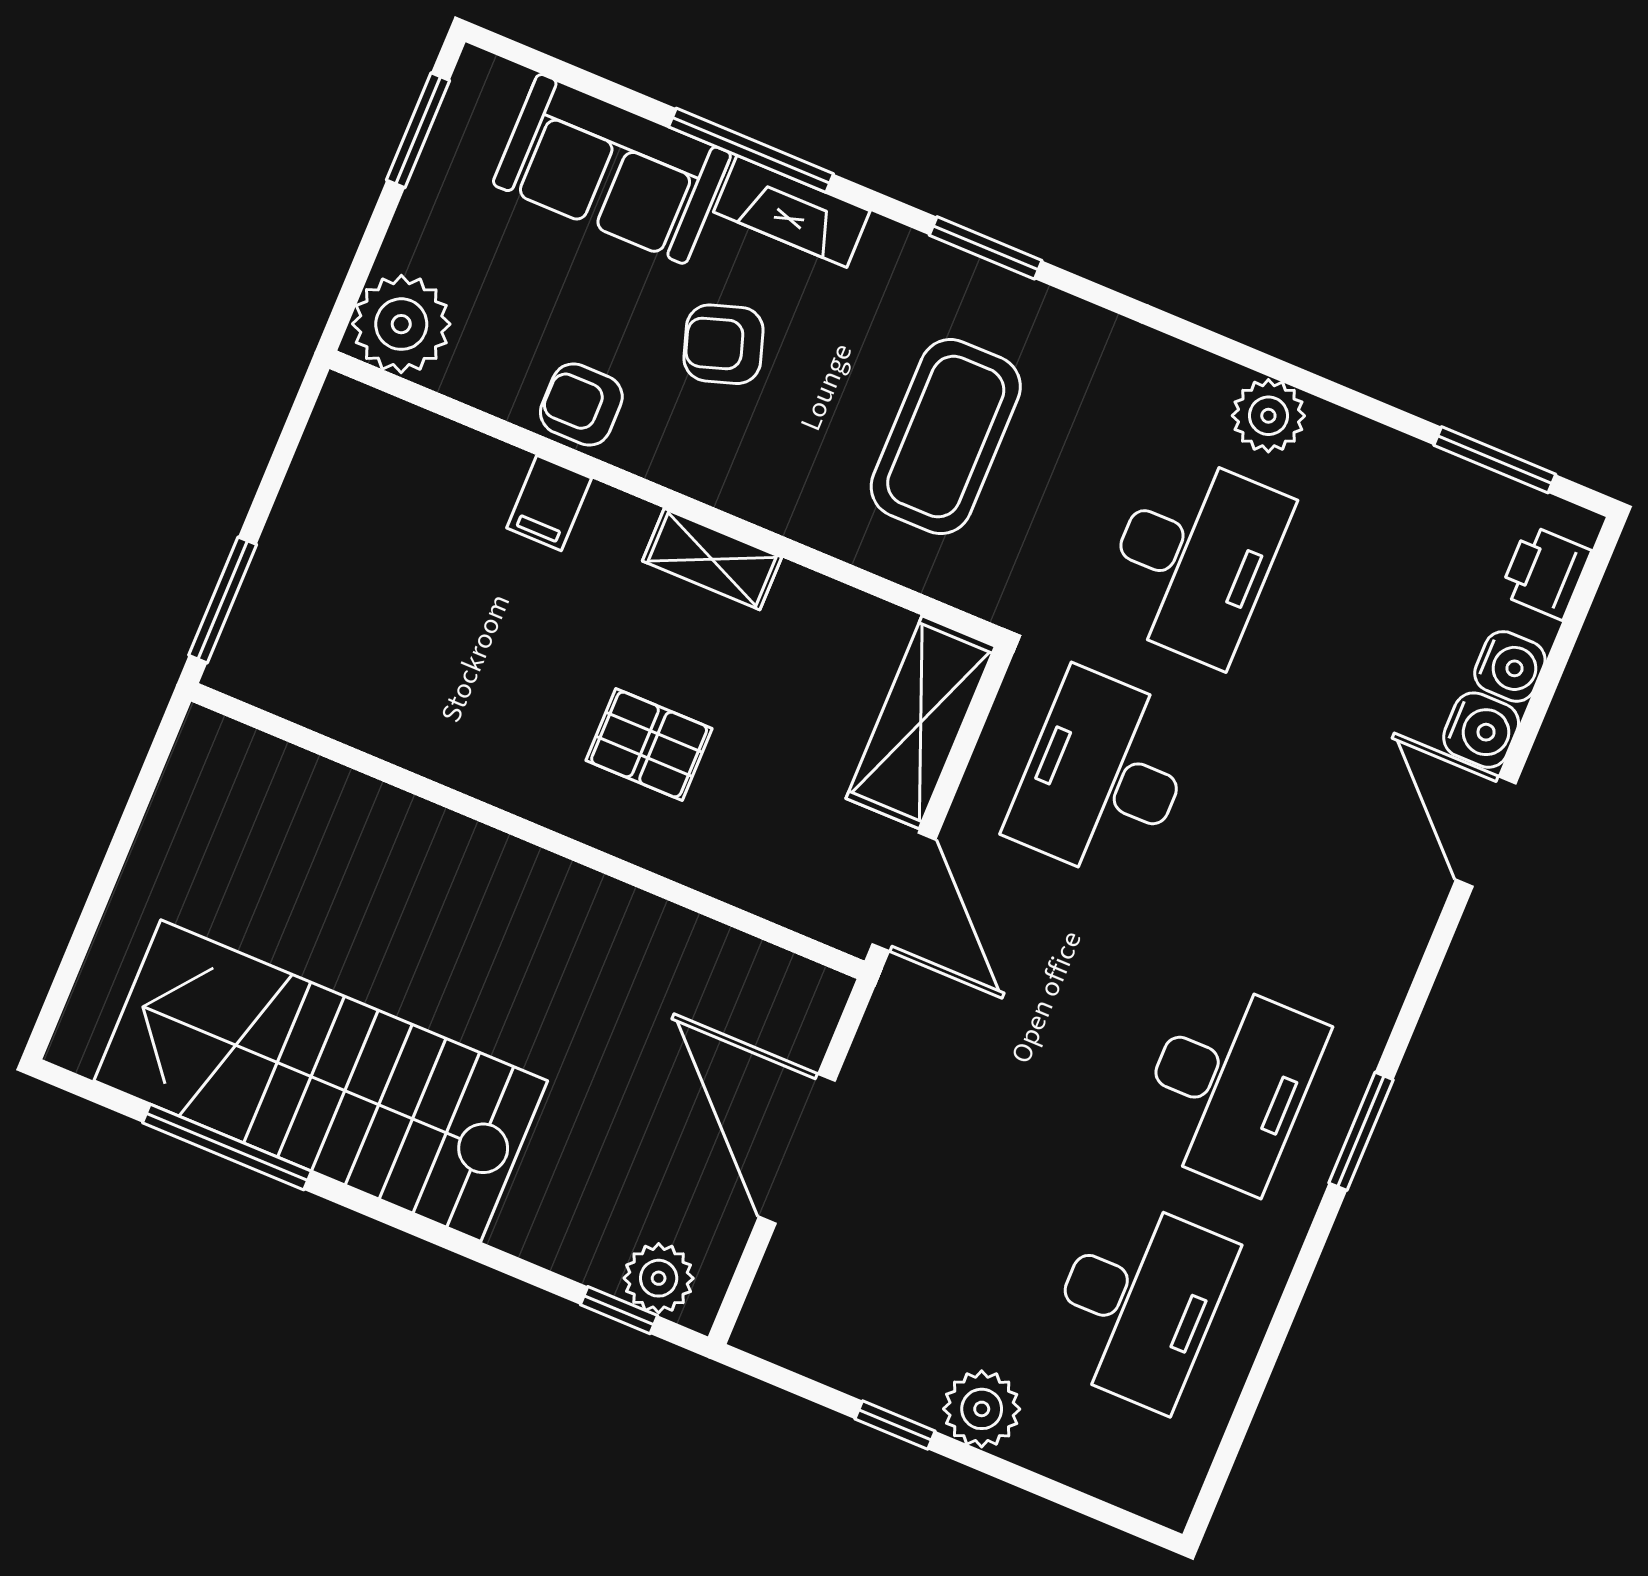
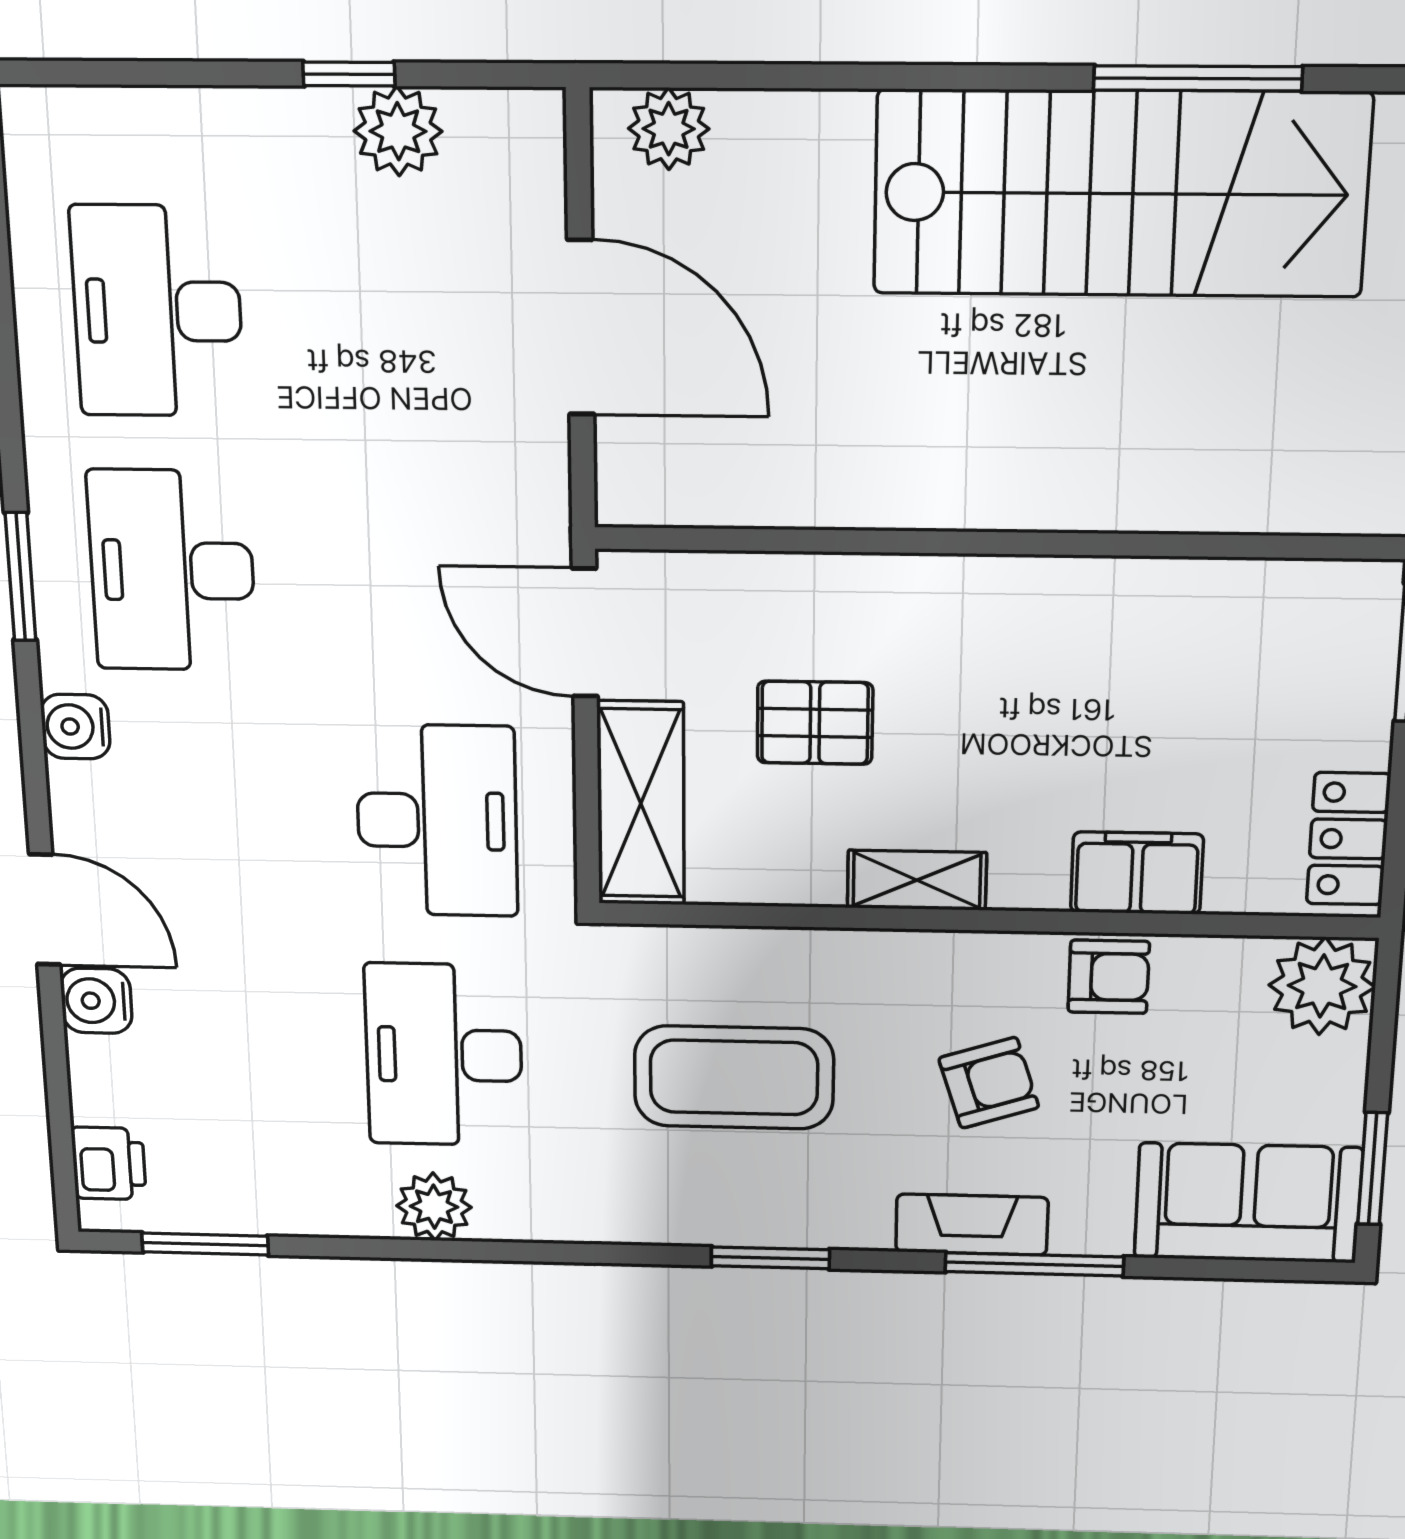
sofa: (612, 169) -> (1248, 1203), moved
coffee table: (946, 437) -> (734, 1077), turned 90
locker: (332, 453) -> (1348, 839), added
filing cabinet: (549, 503) -> (1137, 873), width x2.00
water cooler: (1510, 666) -> (75, 727), moved
pallet: (649, 744) -> (815, 723), moved
window: (619, 1310) -> (697, 76), removed
plant: (982, 1409) -> (398, 131), moved

